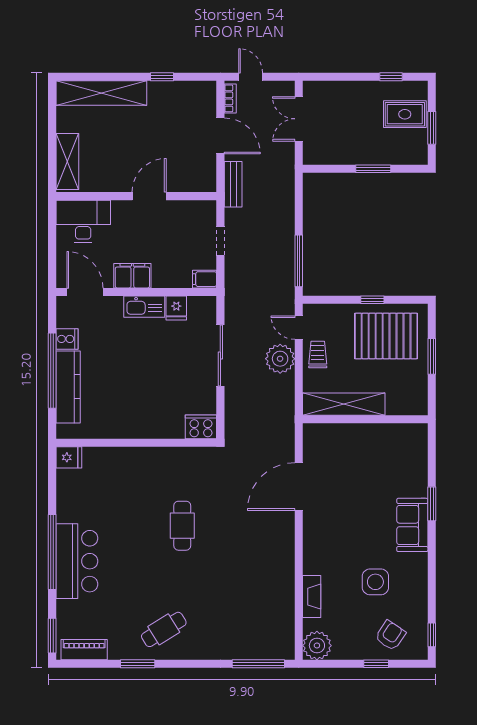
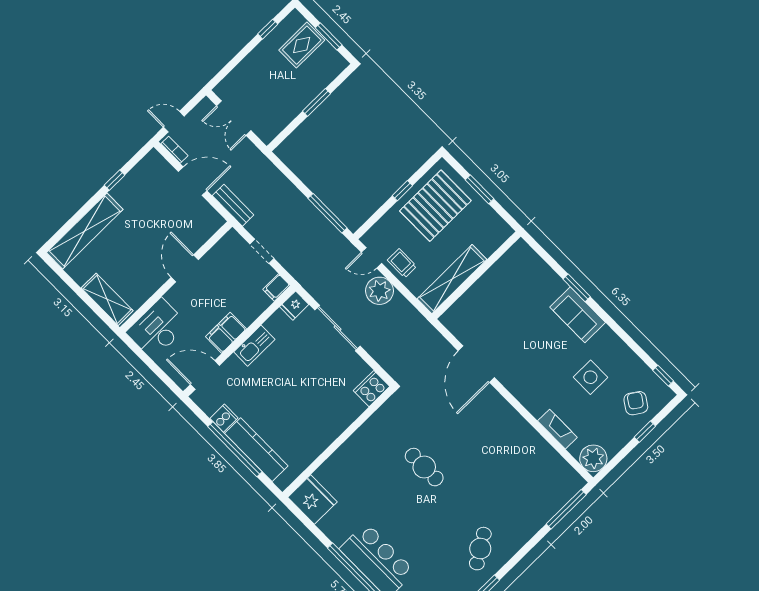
fridge: (176, 308) -> (294, 306), moved, turned 90
fridge: (69, 457) -> (312, 500), width x1.88, depth x1.34

